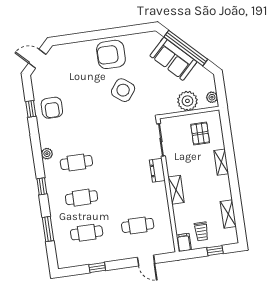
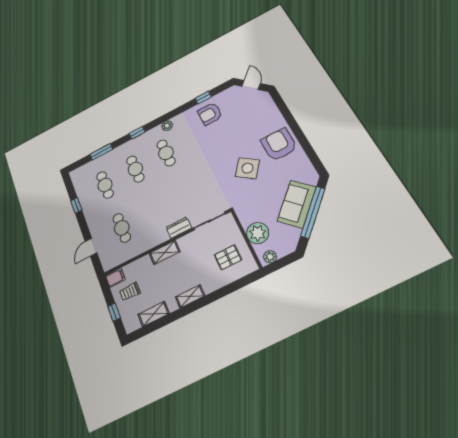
shelving: (221, 162) -> (190, 296), moved

